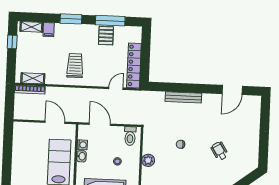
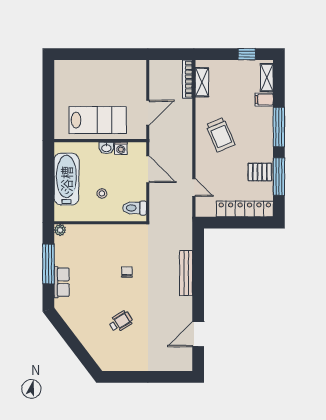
window: (71, 19) -> (279, 127), width x1.44
trolley: (75, 66) -> (220, 135), turned 67
locker: (134, 66) -> (245, 209), moved
door: (232, 90) -> (198, 334), hinge flipped
door: (100, 124) -> (148, 169), hinge flipped
plant: (148, 160) -> (105, 232), removed

